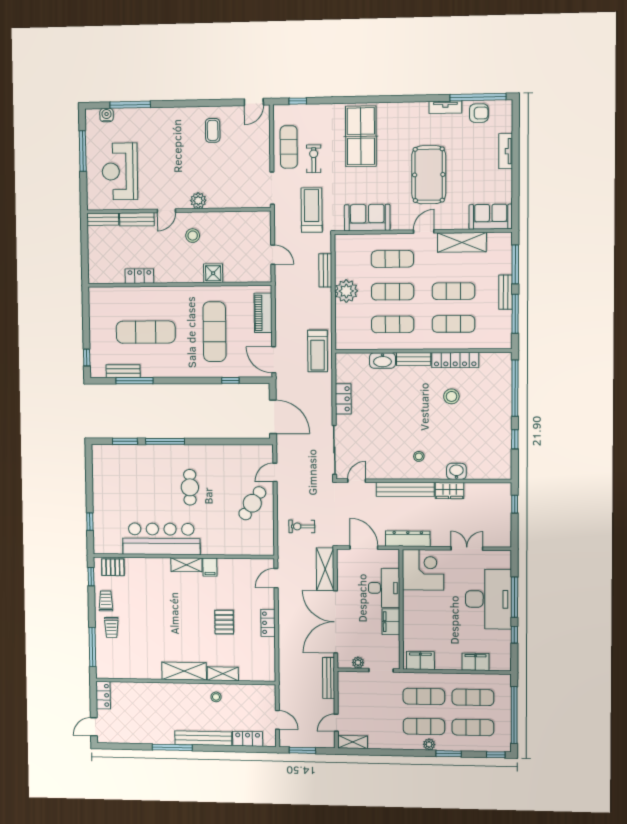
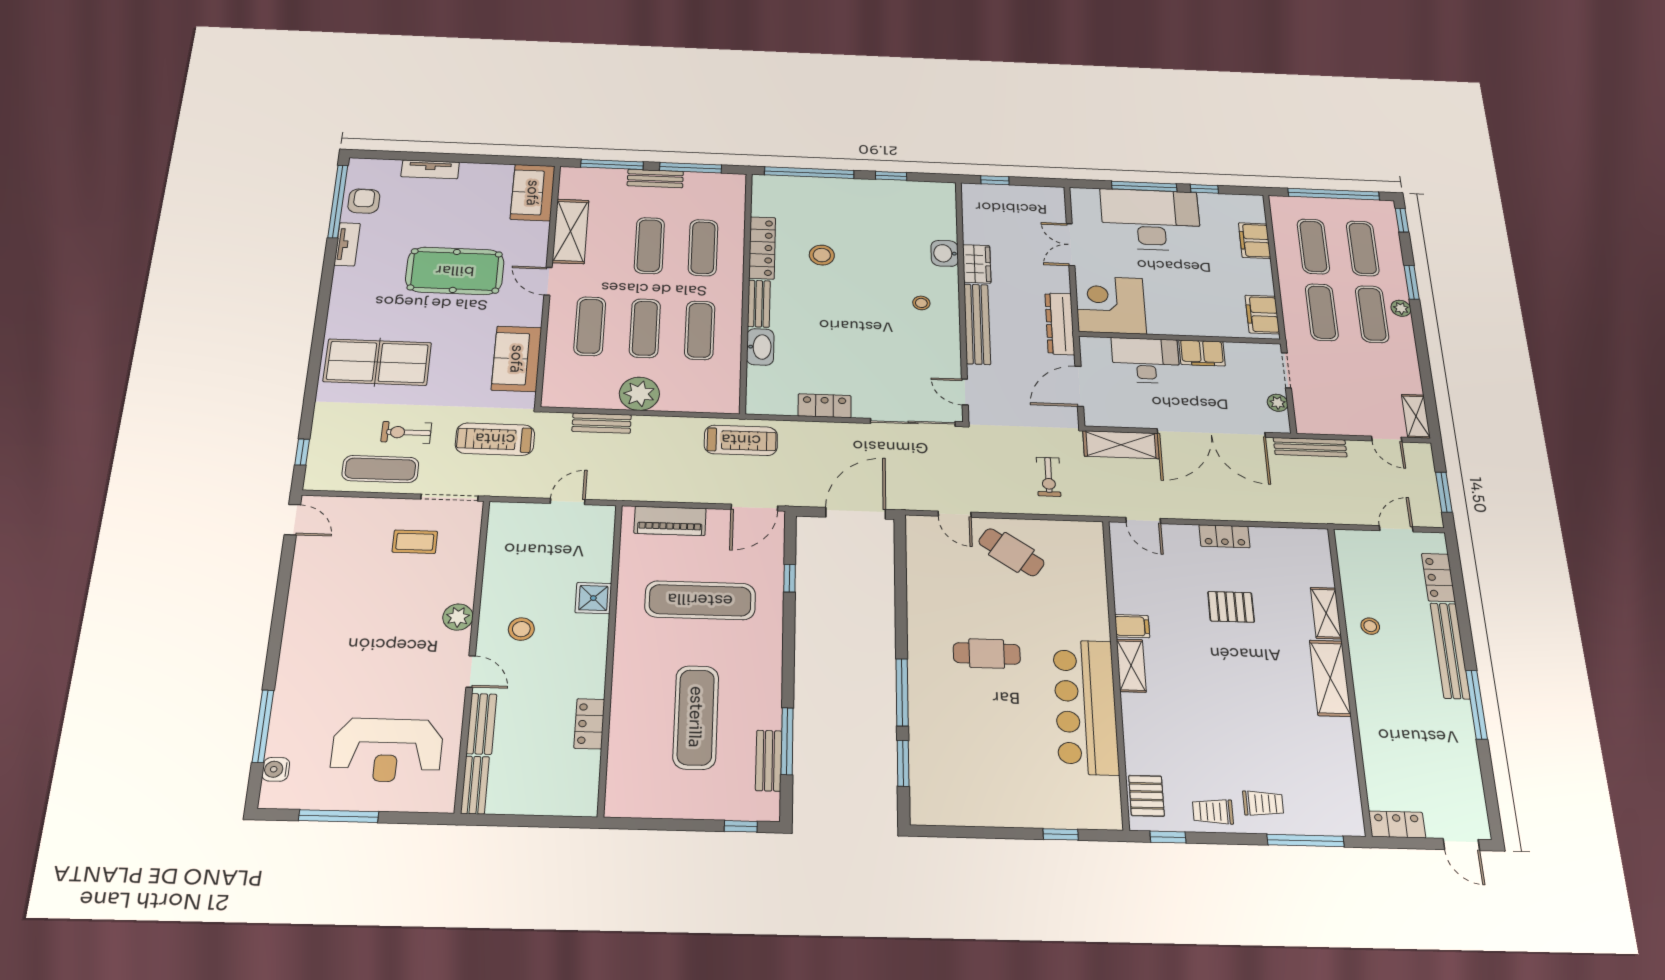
coffee table: (213, 130) -> (415, 542), moved

